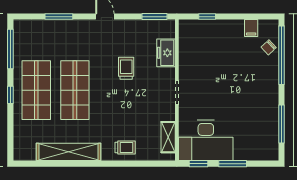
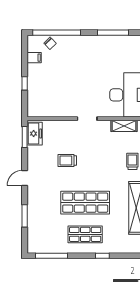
window: (207, 17) -> (25, 83), moved
freezer: (166, 53) -> (35, 134), moved, turned -90
shop shelf: (36, 90) -> (85, 234), width x0.70, depth x0.74
window: (10, 95) -> (102, 256), moved

